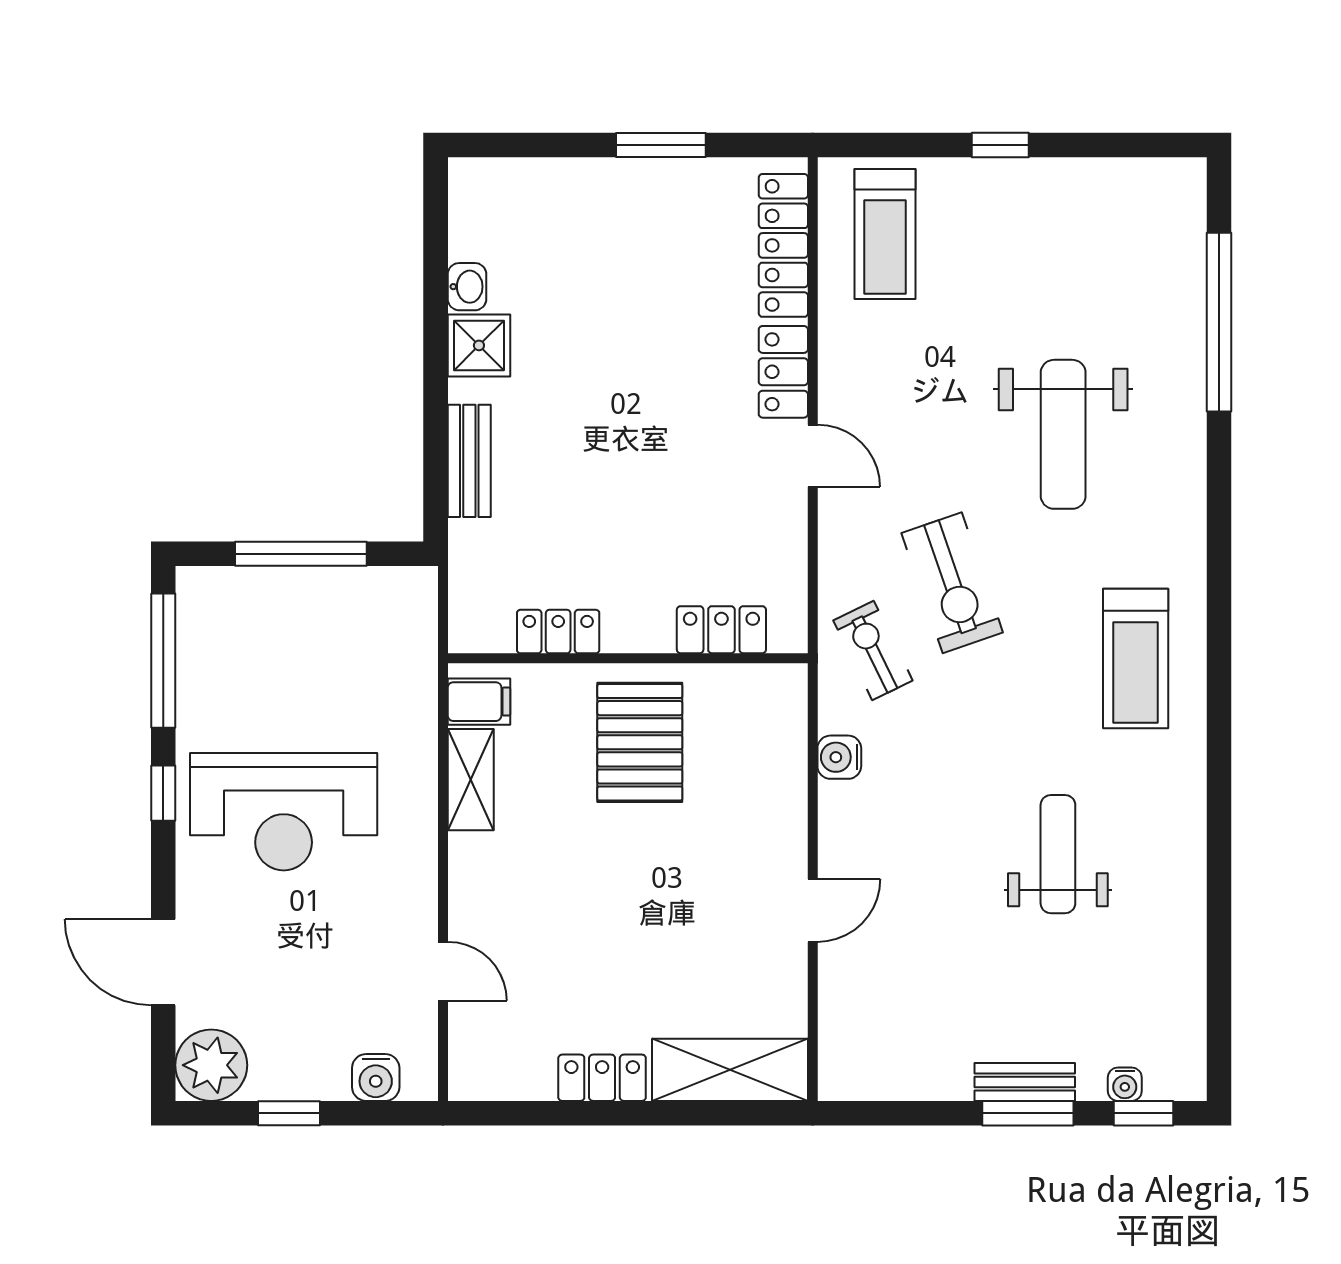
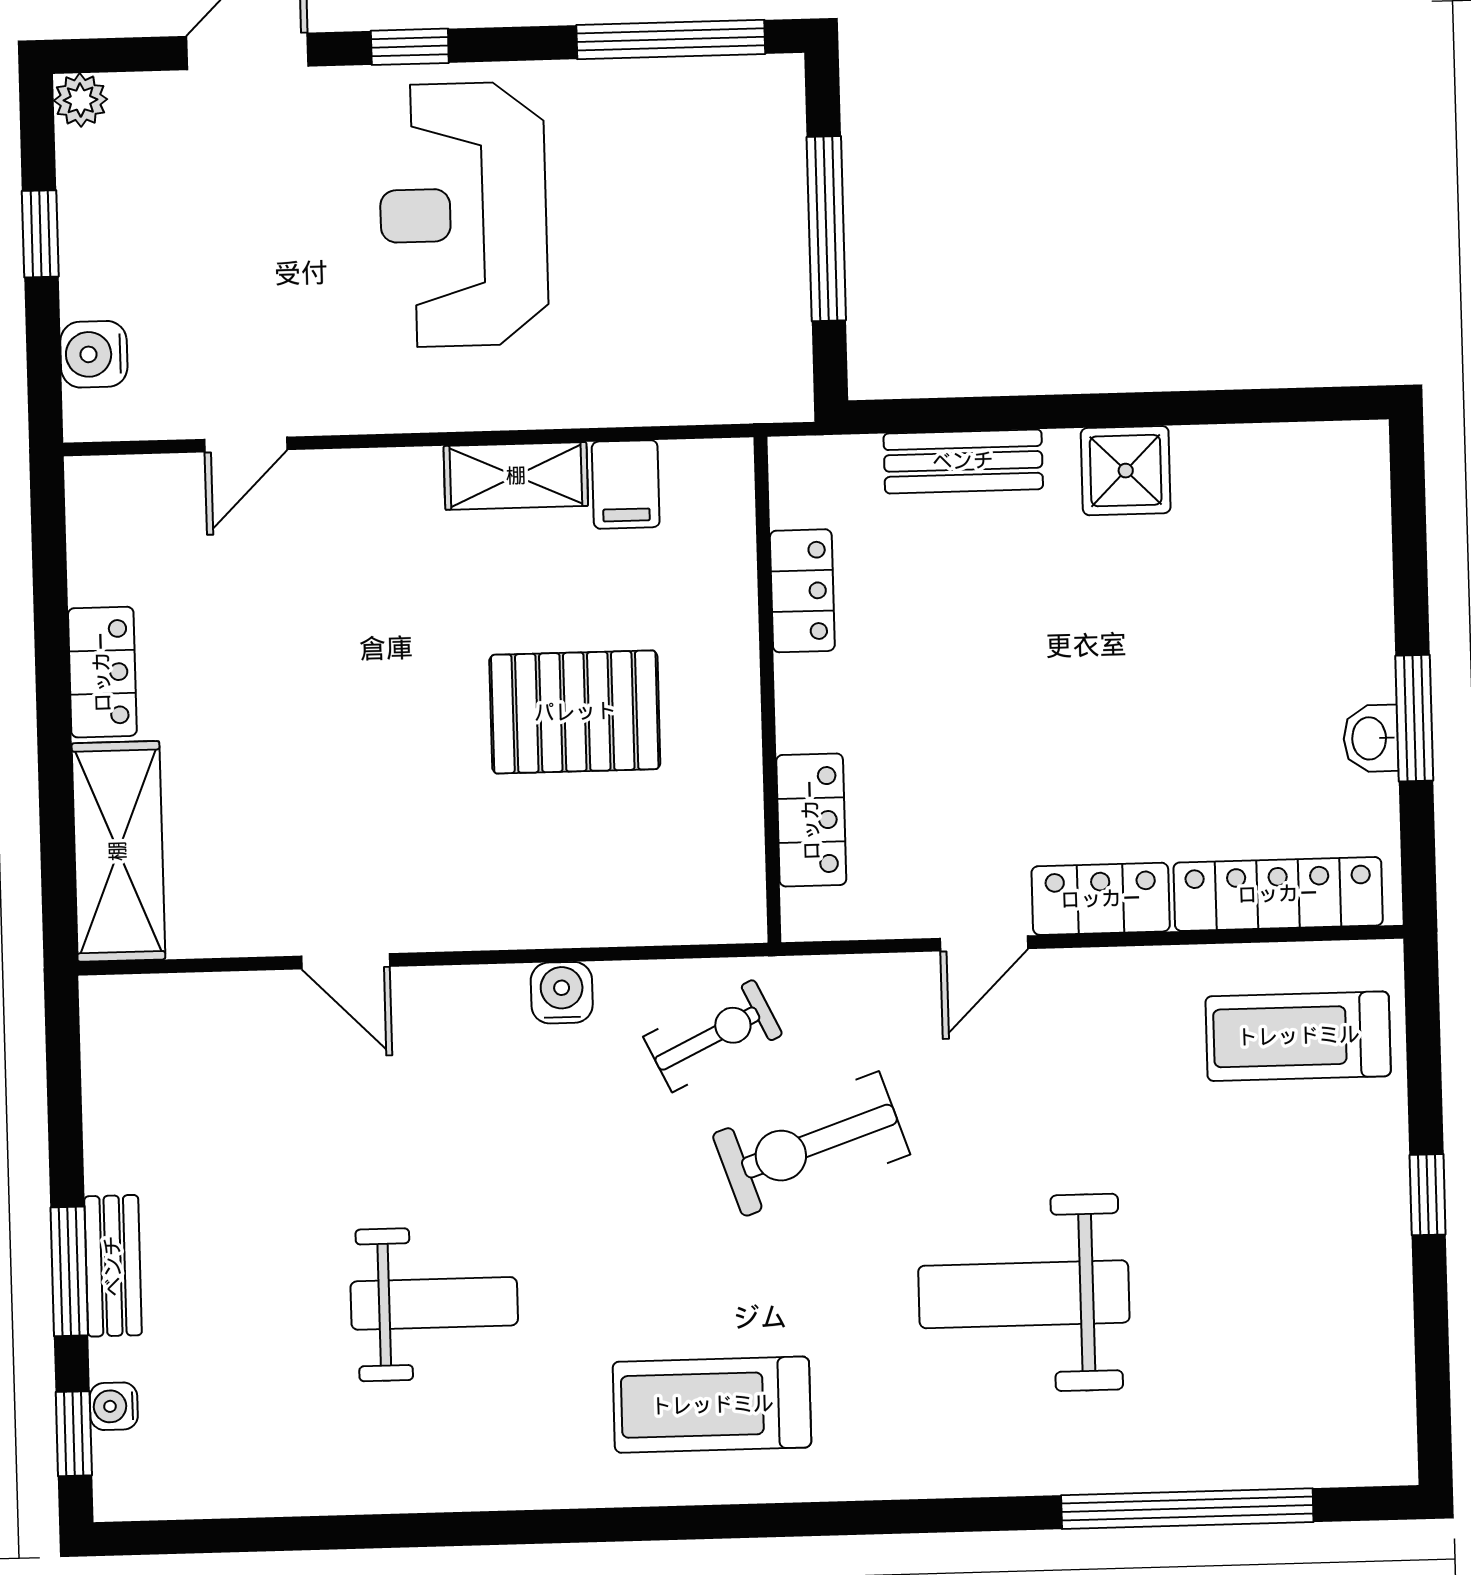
washbasin: (467, 287) -> (1371, 738), moved, turned 90
locker: (721, 630) -> (811, 820), moved
locker: (558, 632) -> (802, 591), moved
wall: (628, 658) -> (767, 690), moved
window: (163, 793) -> (410, 47), moved
plant: (211, 1065) -> (80, 100), width x0.53, depth x0.53

